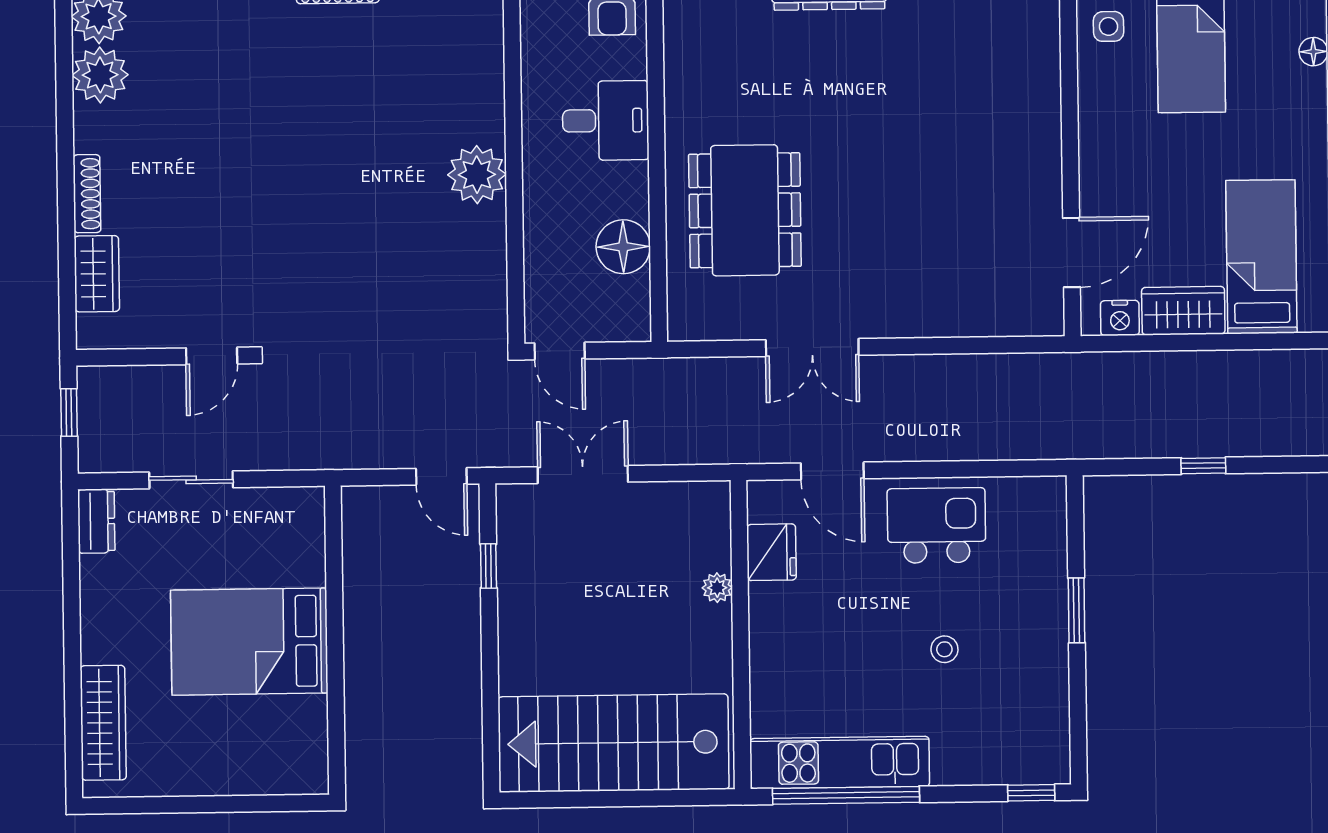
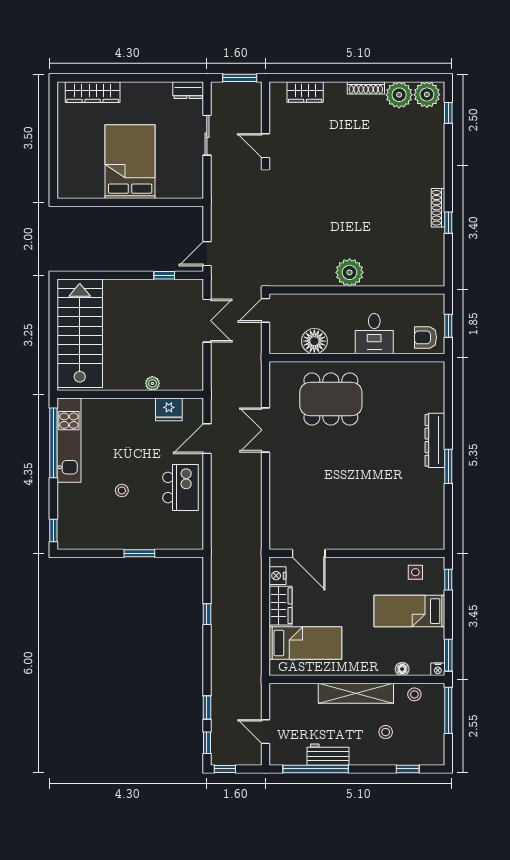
shoe rack: (87, 194) -> (366, 88), moved
window: (69, 412) -> (240, 78), width x1.50

